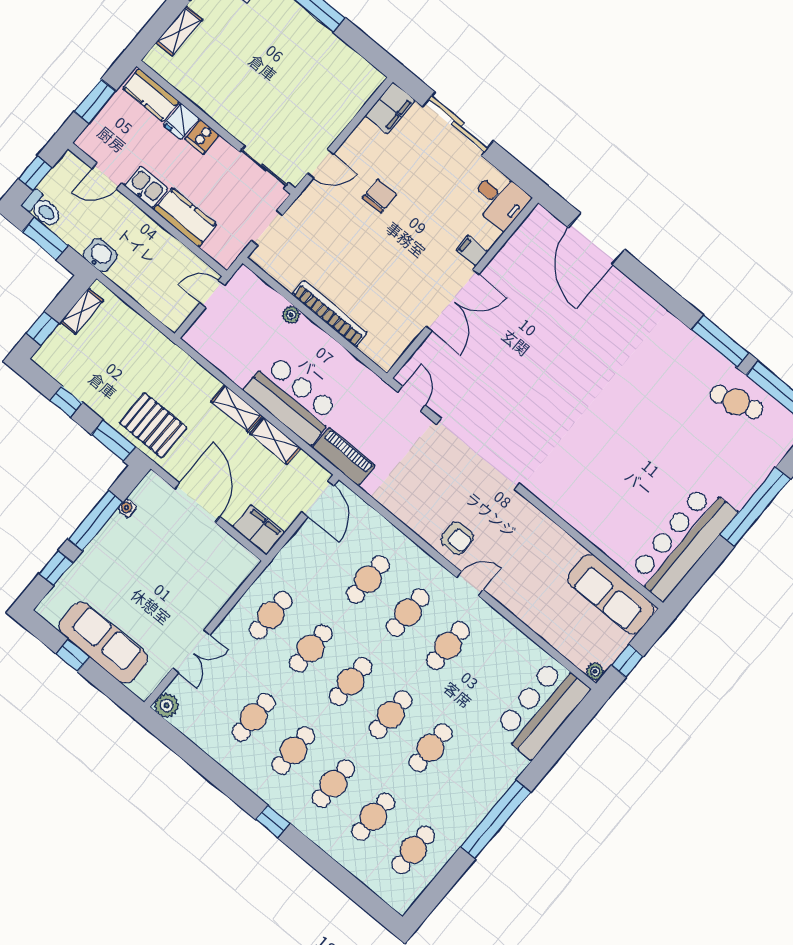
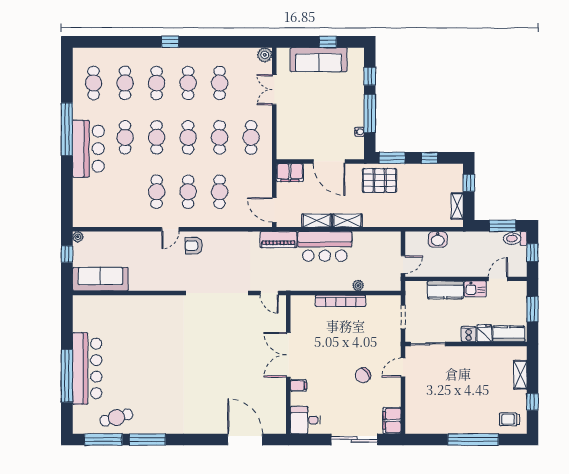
chair: (379, 196) -> (363, 375), turned 55
washbasin: (100, 255) -> (438, 239), moved
bar counter: (682, 542) -> (87, 368), moved
bar counter: (542, 709) -> (88, 149), moved

